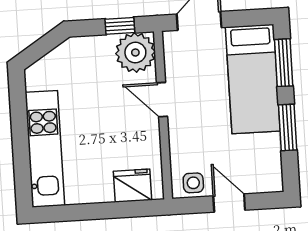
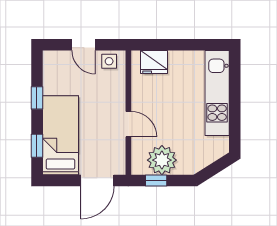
plant: (135, 53) -> (162, 160), moved
window: (284, 63) -> (37, 146), width x0.67
window: (288, 127) -> (37, 98), width x0.67

